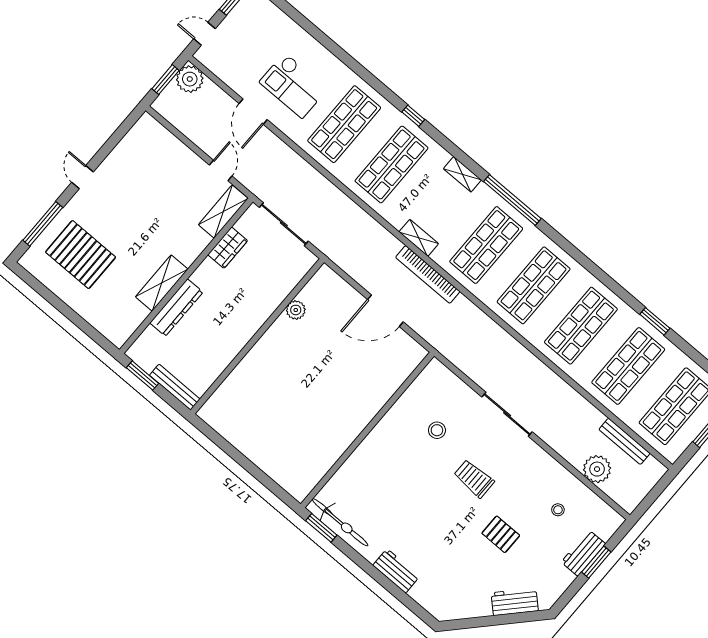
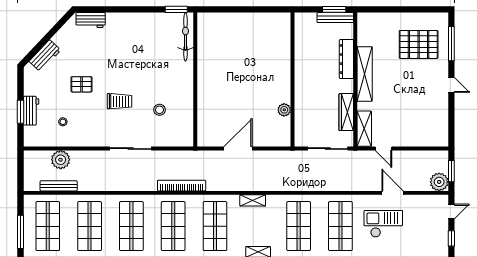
wardrobe: (228, 248) -> (346, 112), width x1.50
bookcase: (428, 274) -> (182, 186), moved
shelving: (162, 283) -> (365, 74), width x1.47
bench: (175, 387) -> (335, 18), moved
bicycle: (340, 522) -> (185, 37), moved, turned 90
workbench: (396, 571) -> (91, 20), moved

